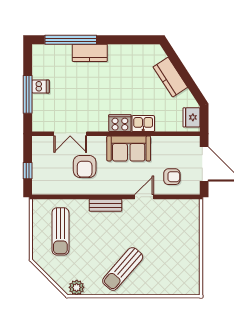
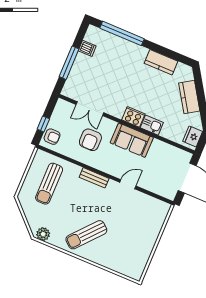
kitchen counter: (90, 53) -> (161, 62), moved
dishwasher: (41, 86) -> (87, 48), moved
armchair: (172, 177) -> (52, 137), moved

